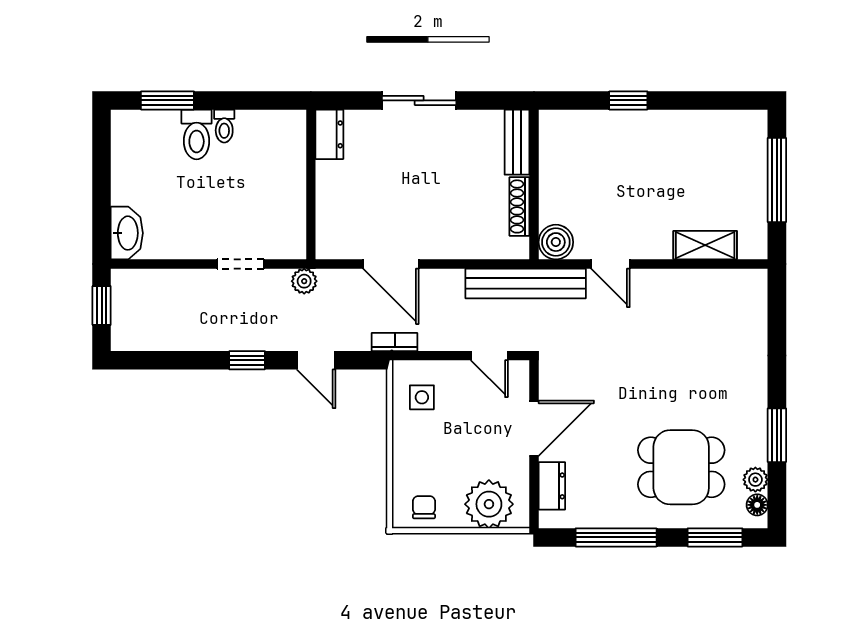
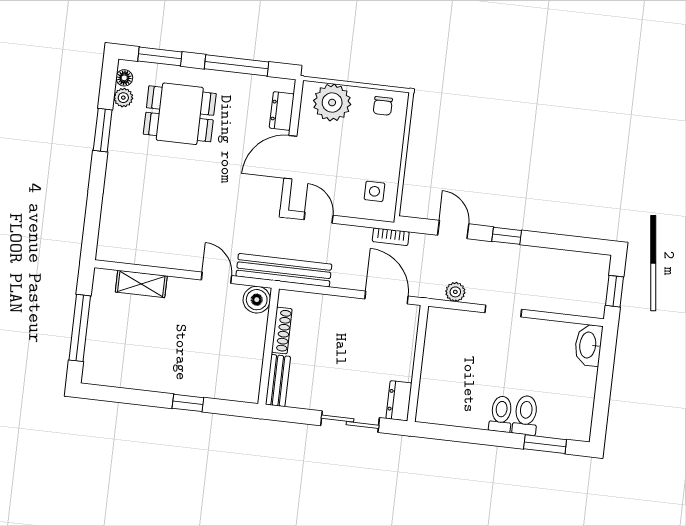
toilet: (224, 126) -> (501, 414), width x1.37, depth x1.39
dresser: (329, 134) -> (399, 401), moved
wall: (311, 184) -> (418, 363), moved

